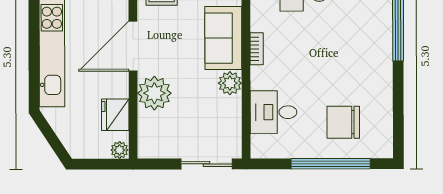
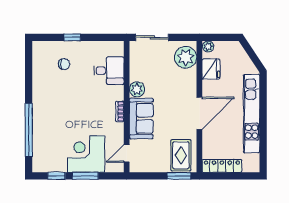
plant: (154, 93) -> (186, 57), moved
chair: (343, 122) -> (64, 64), width x0.54, depth x0.54
window: (331, 164) -> (72, 37), width x0.32

